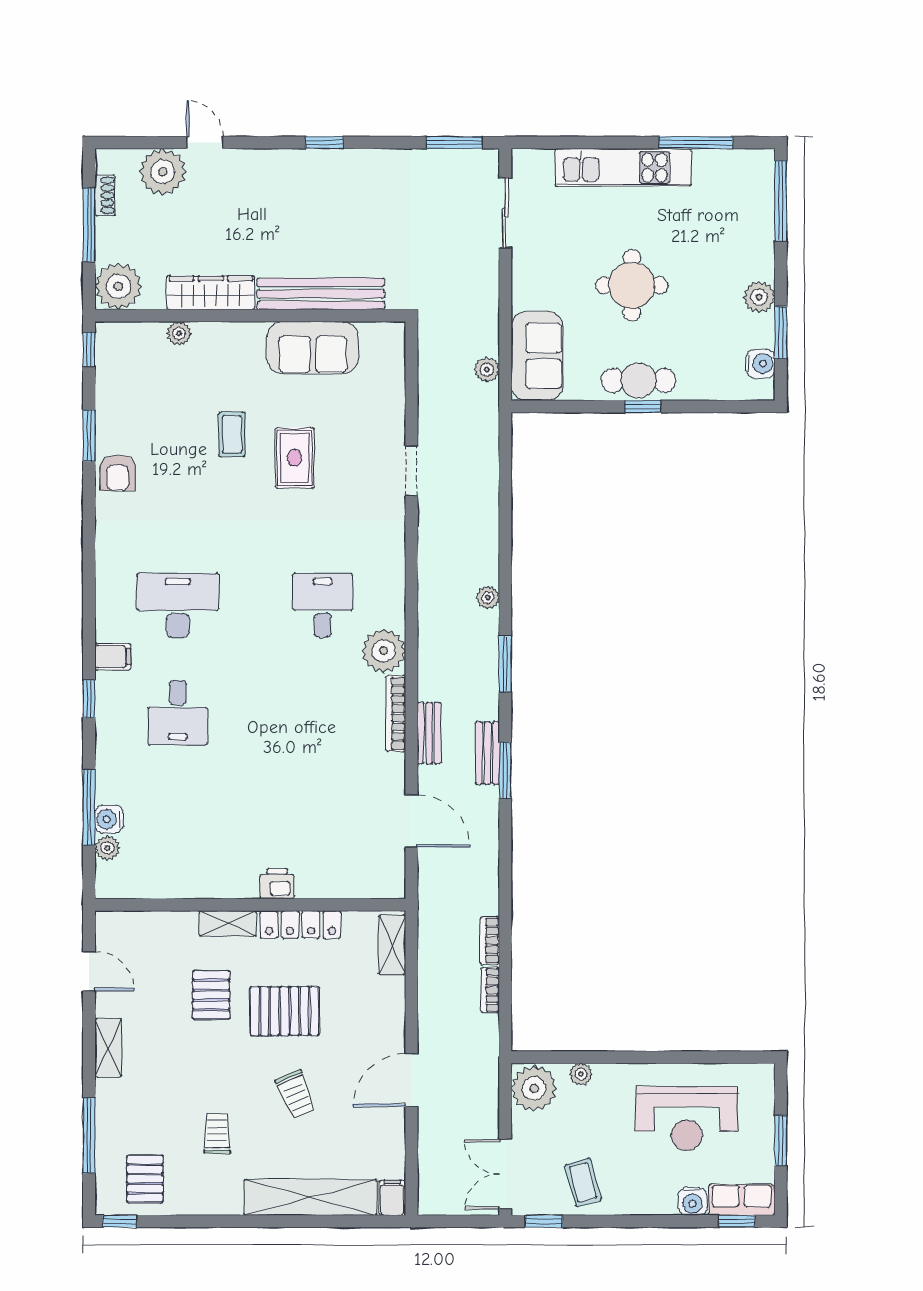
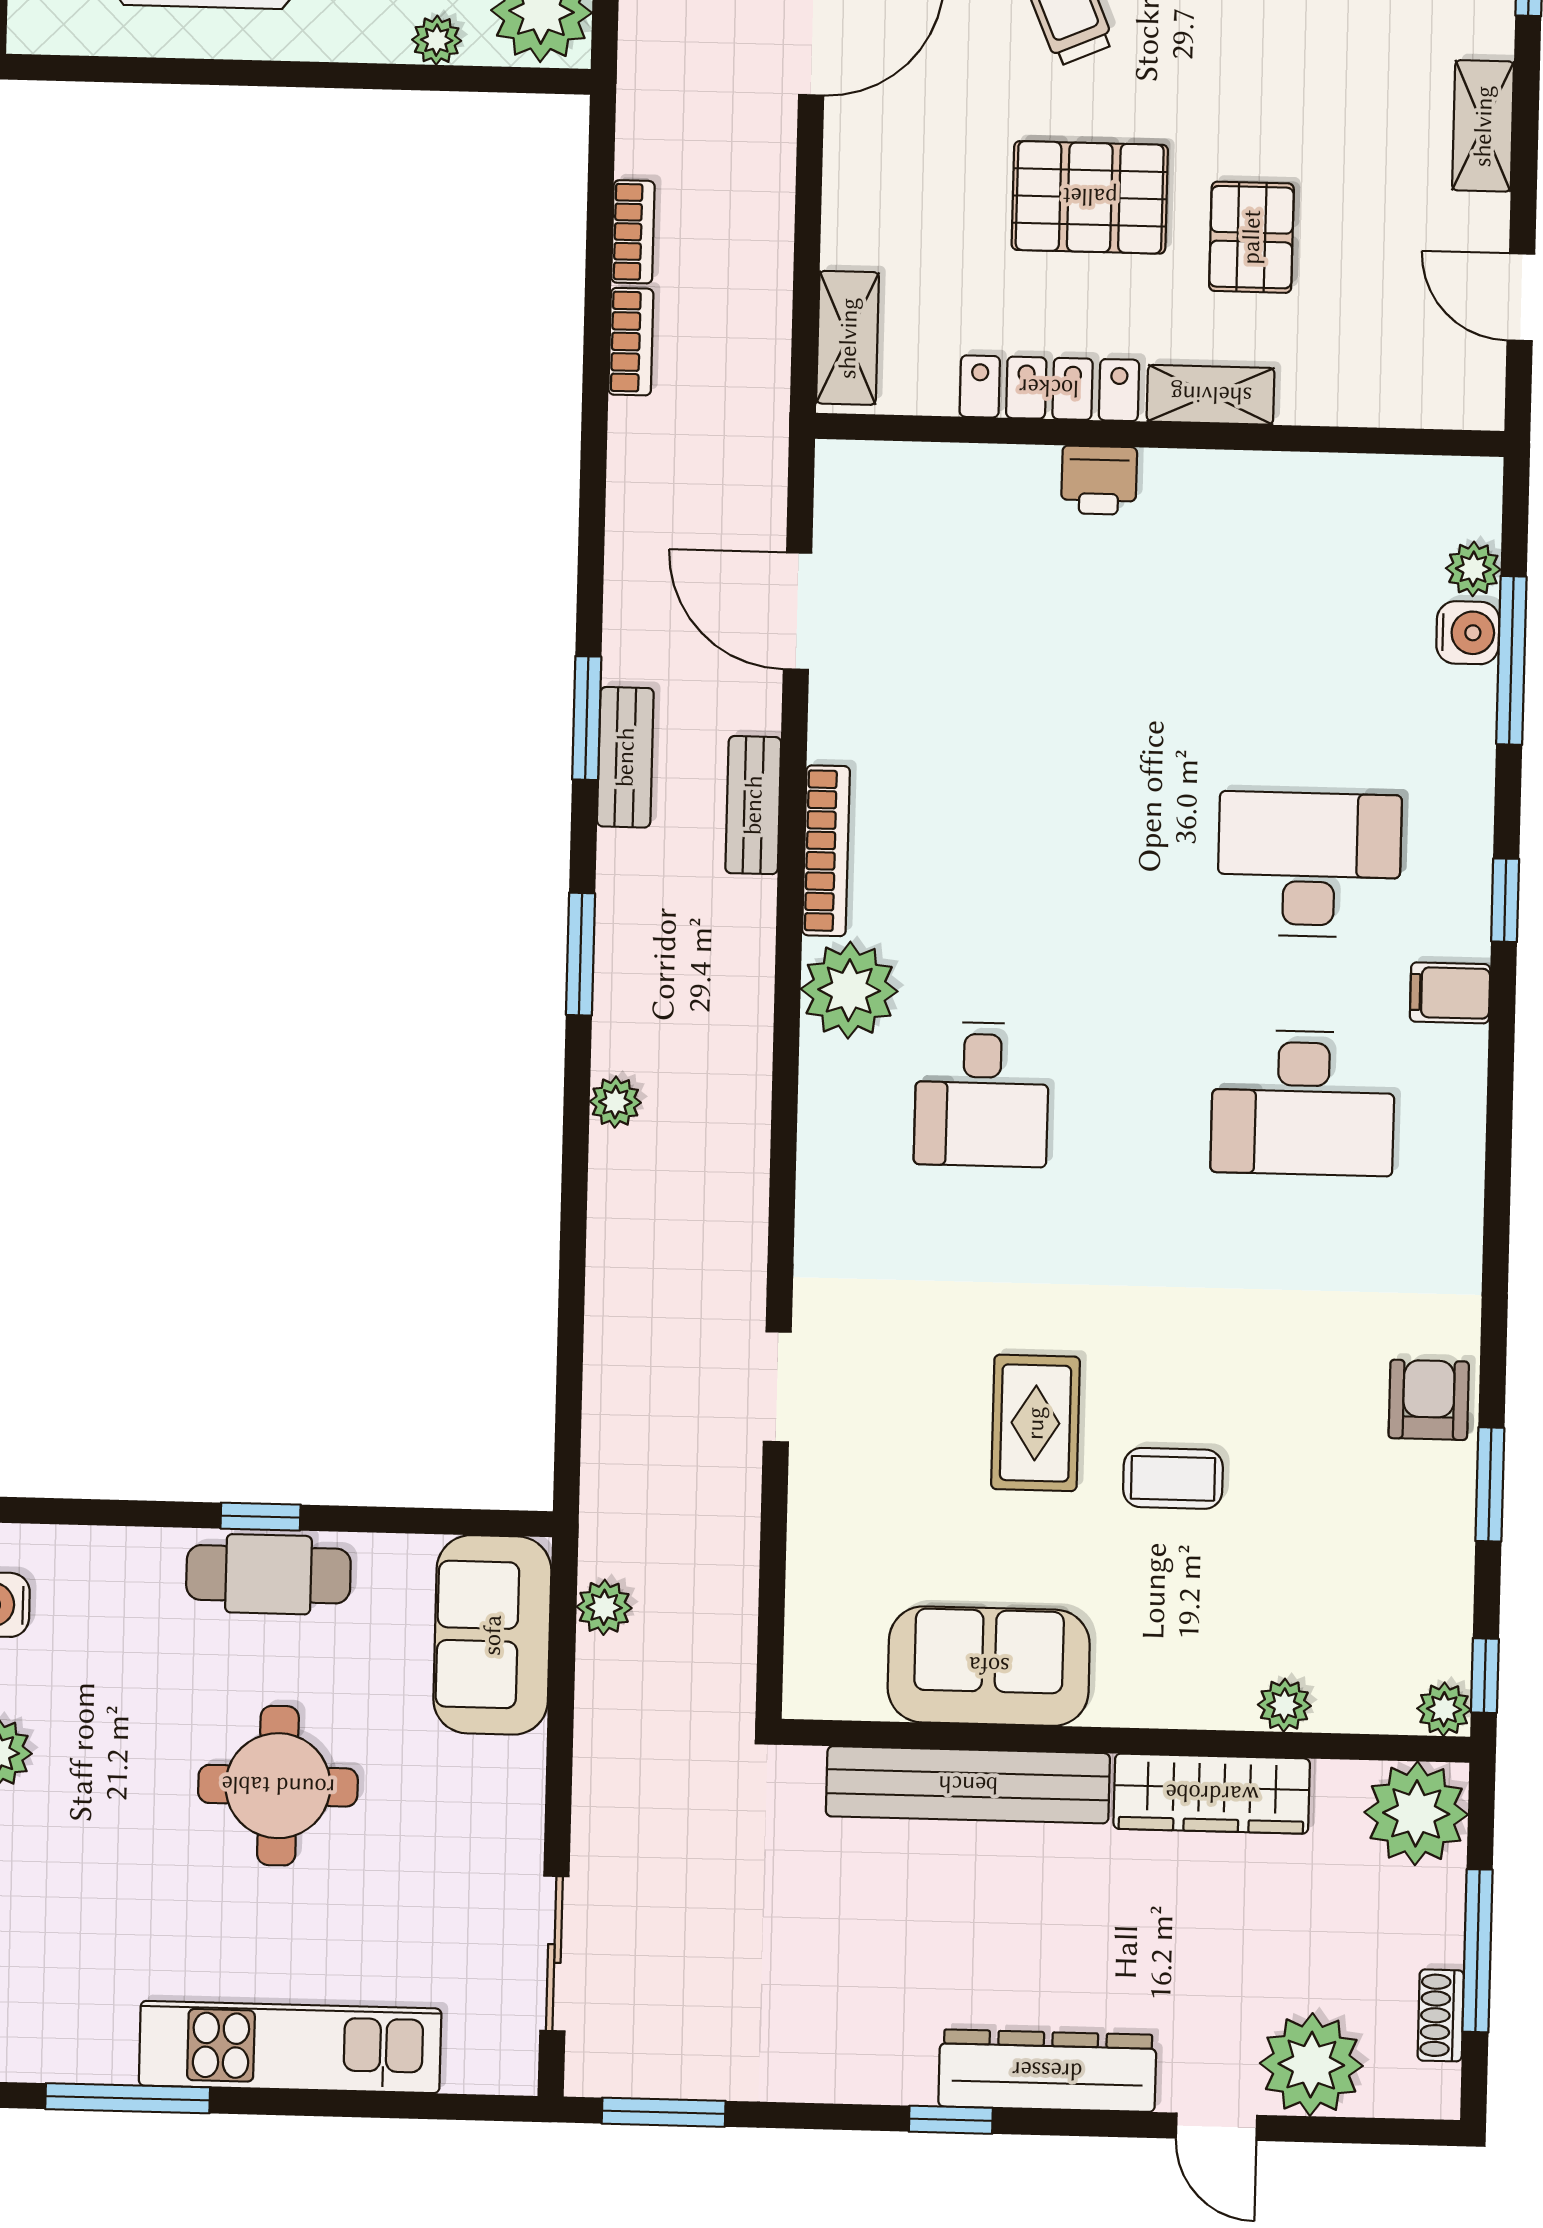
dresser: (282, 166) -> (1047, 2071), added
plant: (107, 334) -> (1444, 1709), added
coffee table: (232, 434) -> (1173, 1478), turned 90
desk: (178, 713) -> (1309, 865), width x1.37

